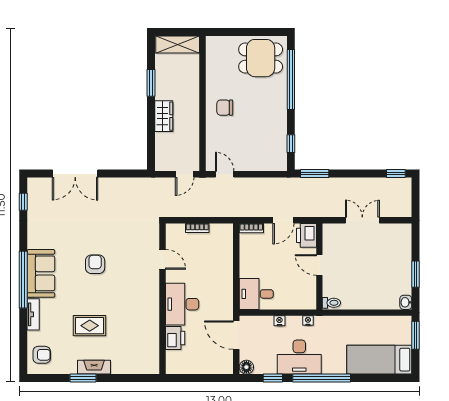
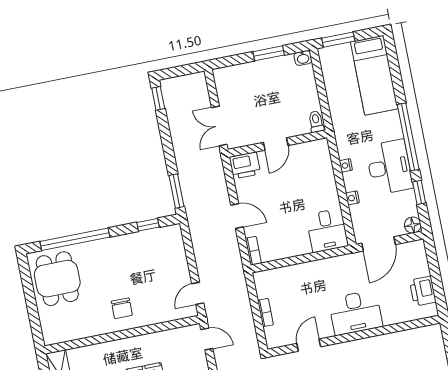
printer: (306, 235) -> (245, 165), moved
door: (319, 265) -> (276, 144), moved
wall: (319, 266) -> (277, 144), moved
toilet: (331, 303) -> (316, 122), moved
printer: (175, 338) -> (423, 291), moved, turned -90

